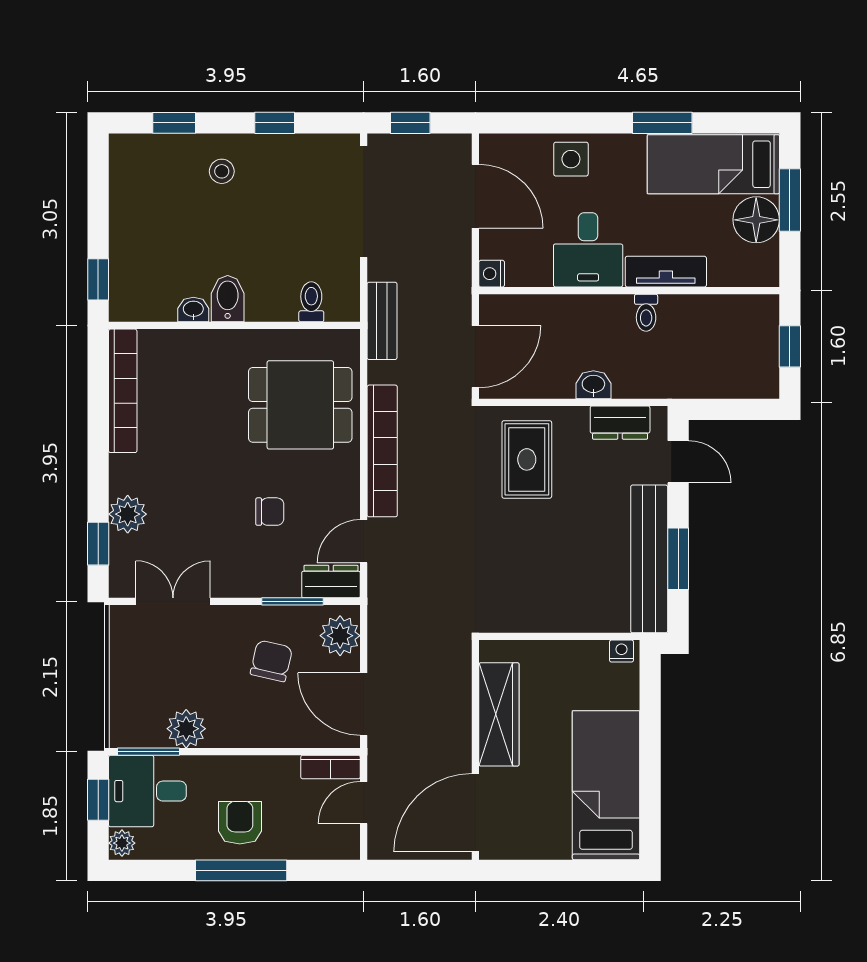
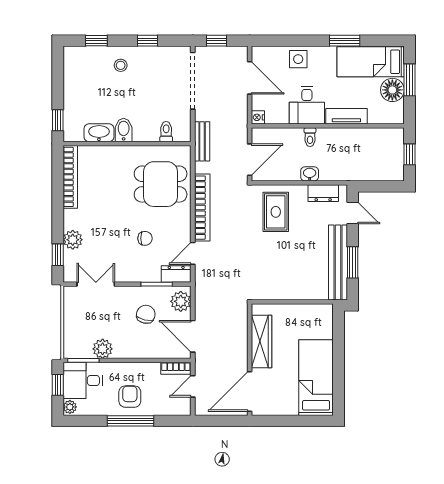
washbasin: (193, 310) -> (99, 133), width x1.91, depth x1.45
toilet: (646, 313) -> (310, 137), moved
nightstand: (622, 651) -> (324, 309), removed

